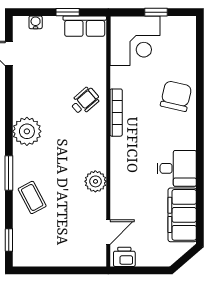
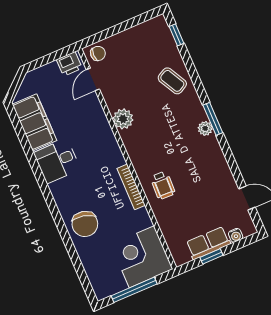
window: (156, 12) -> (134, 290), width x2.17
row of seats: (85, 26) -> (208, 243), moved
wheelchair: (85, 101) -> (163, 185), turned -47
plant: (27, 131) -> (205, 128), width x0.53, depth x0.53
window: (9, 173) -> (213, 119), moved
chair: (92, 255) -> (98, 53), added

